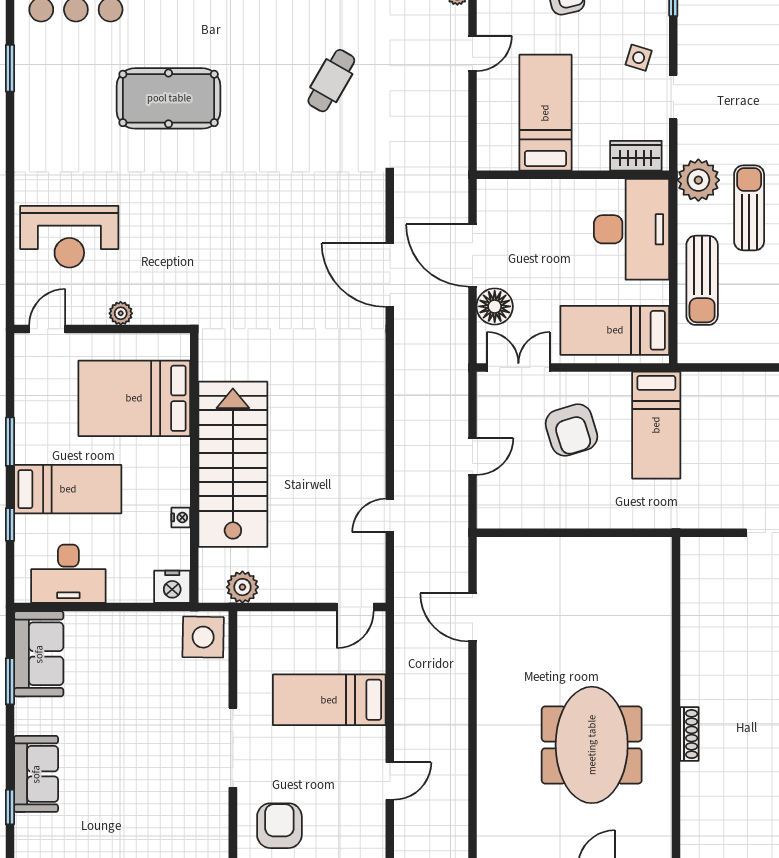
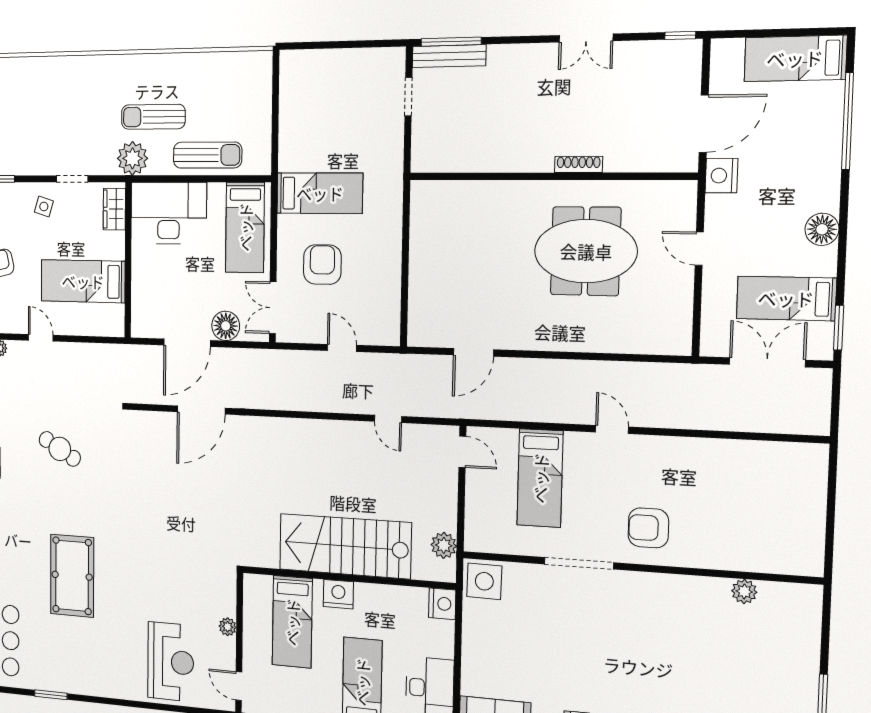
bed: (134, 398) -> (292, 622), width x0.67
armchair: (571, 430) -> (322, 265), turned -73
nightstand: (181, 517) -> (338, 594), moved, width x1.89, depth x1.79

